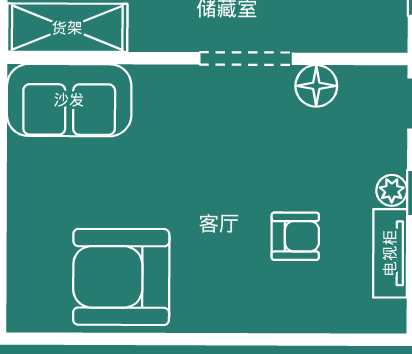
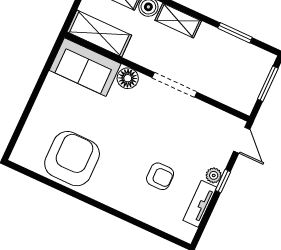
floor lamp: (316, 86) -> (128, 78), moved
armchair: (121, 277) -> (72, 159), turned 90

